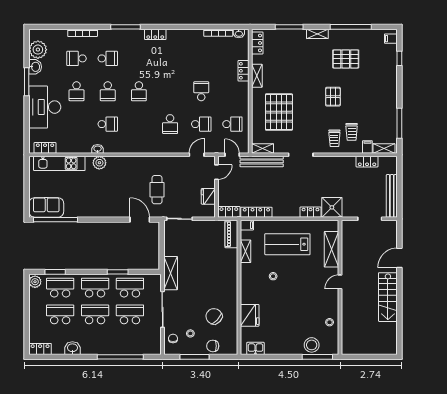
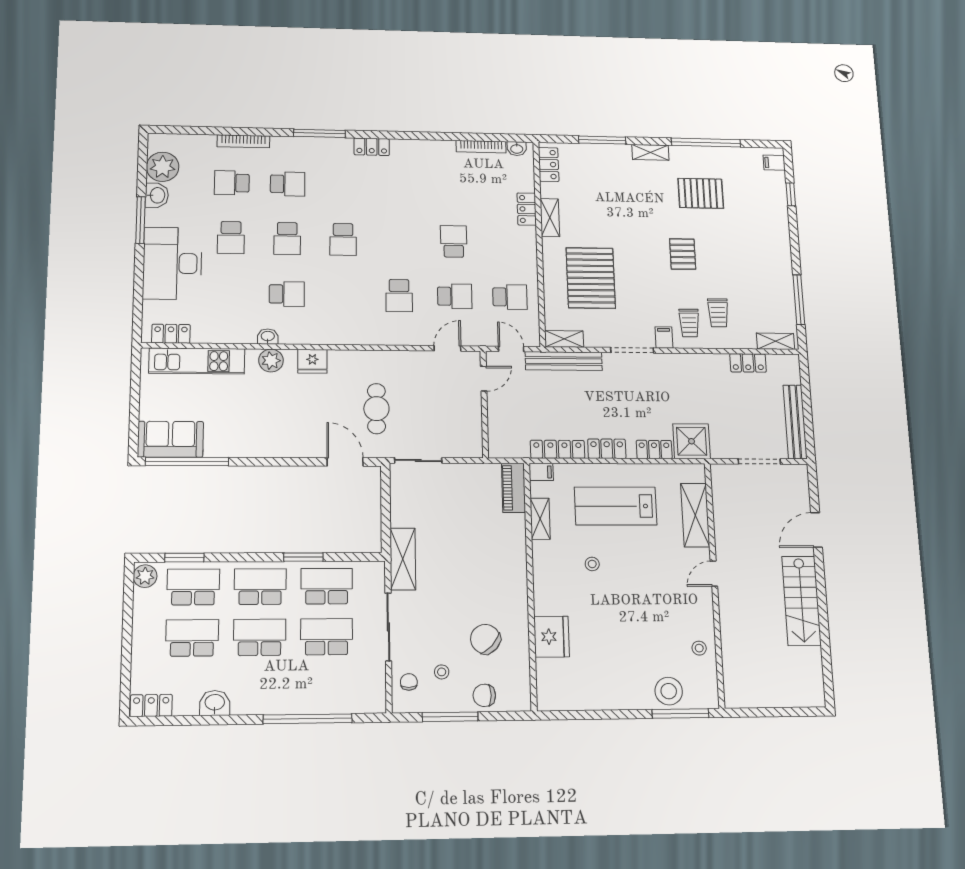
filing cabinet: (367, 147) -> (664, 337), moved
fridge: (208, 196) -> (312, 361), moved, turned -90
locker: (229, 212) -> (607, 449), moved
kitchen sink: (255, 348) -> (565, 699), removed

